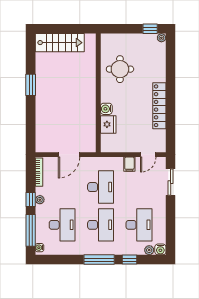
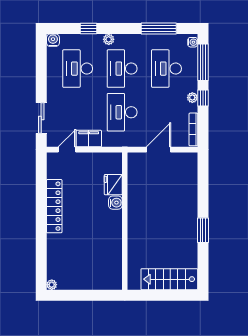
window: (150, 29) -> (65, 295), removed
round table: (120, 69) -> (100, 249), removed
filing cabinet: (129, 164) -> (89, 139), width x2.00
plant: (149, 250) -> (109, 39), moved
window: (99, 260) -> (159, 28), moved

